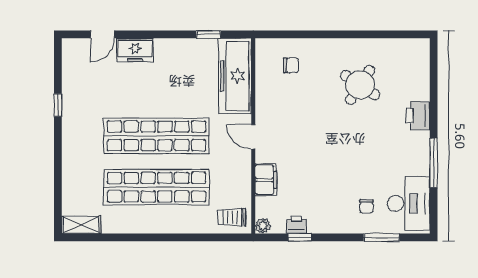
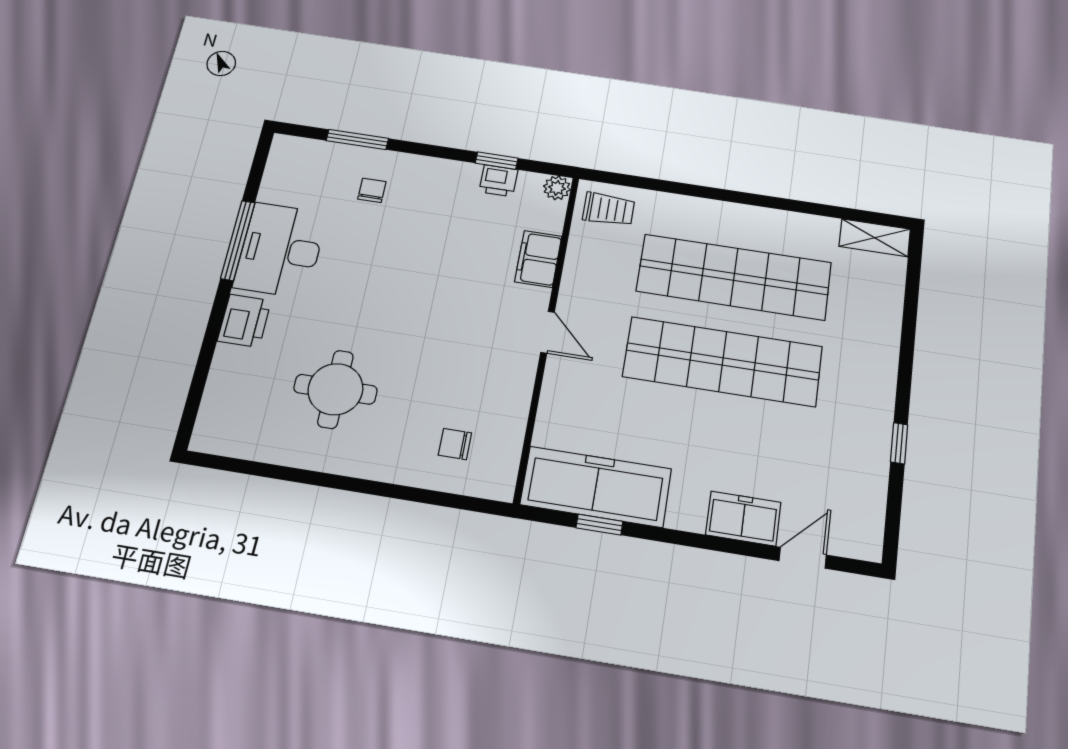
freezer: (235, 76) -> (596, 487), moved, turned -90
round table: (360, 85) -> (335, 389), turned -33
desk: (409, 203) -> (281, 250), moved

